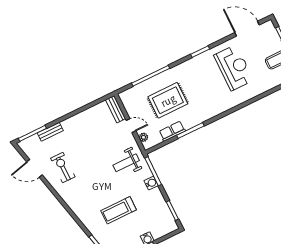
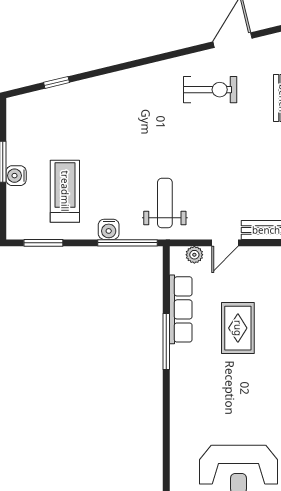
rug: (168, 100) -> (238, 328), width x0.73, depth x0.70
row of seats: (172, 131) -> (181, 309), width x1.48
treadmill: (119, 210) -> (65, 191), moved

